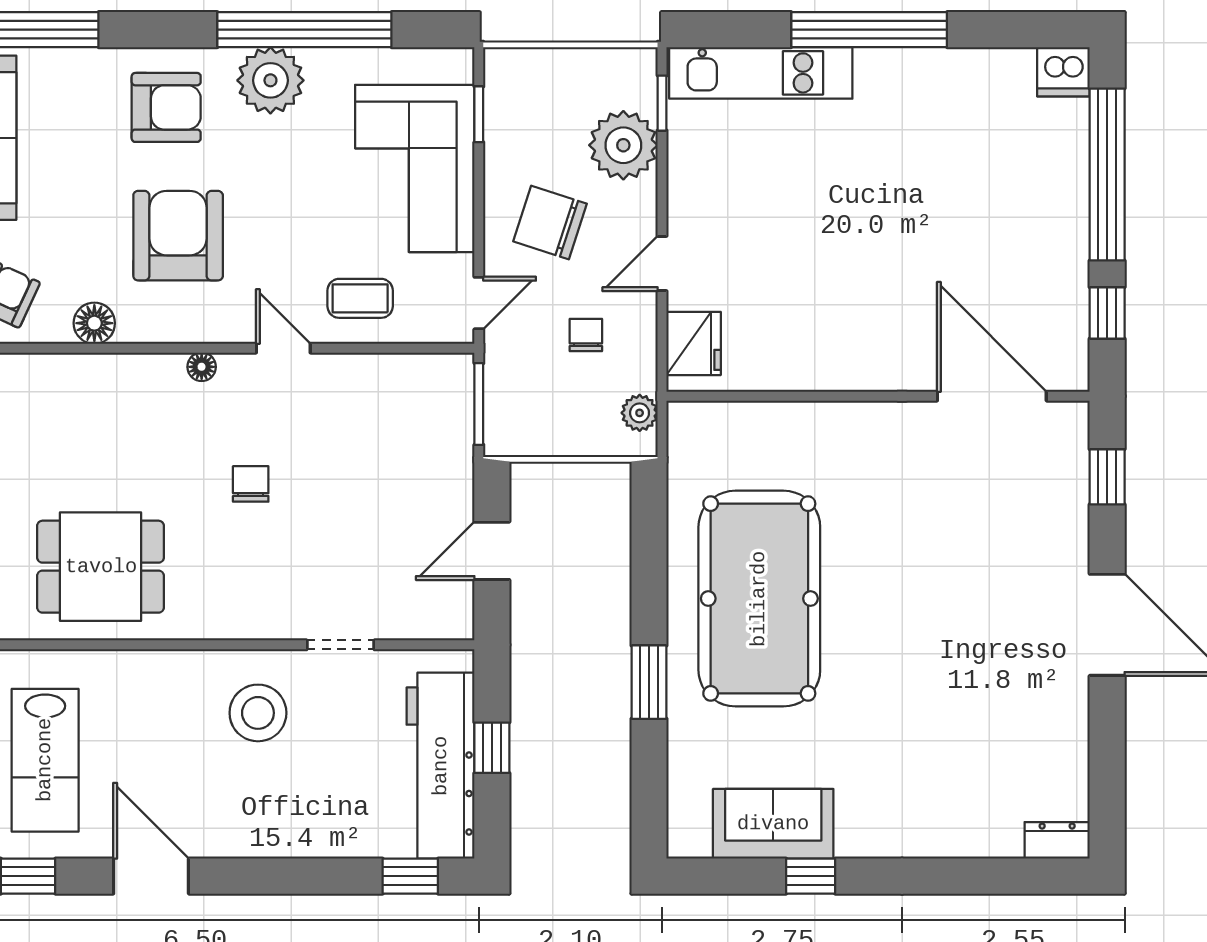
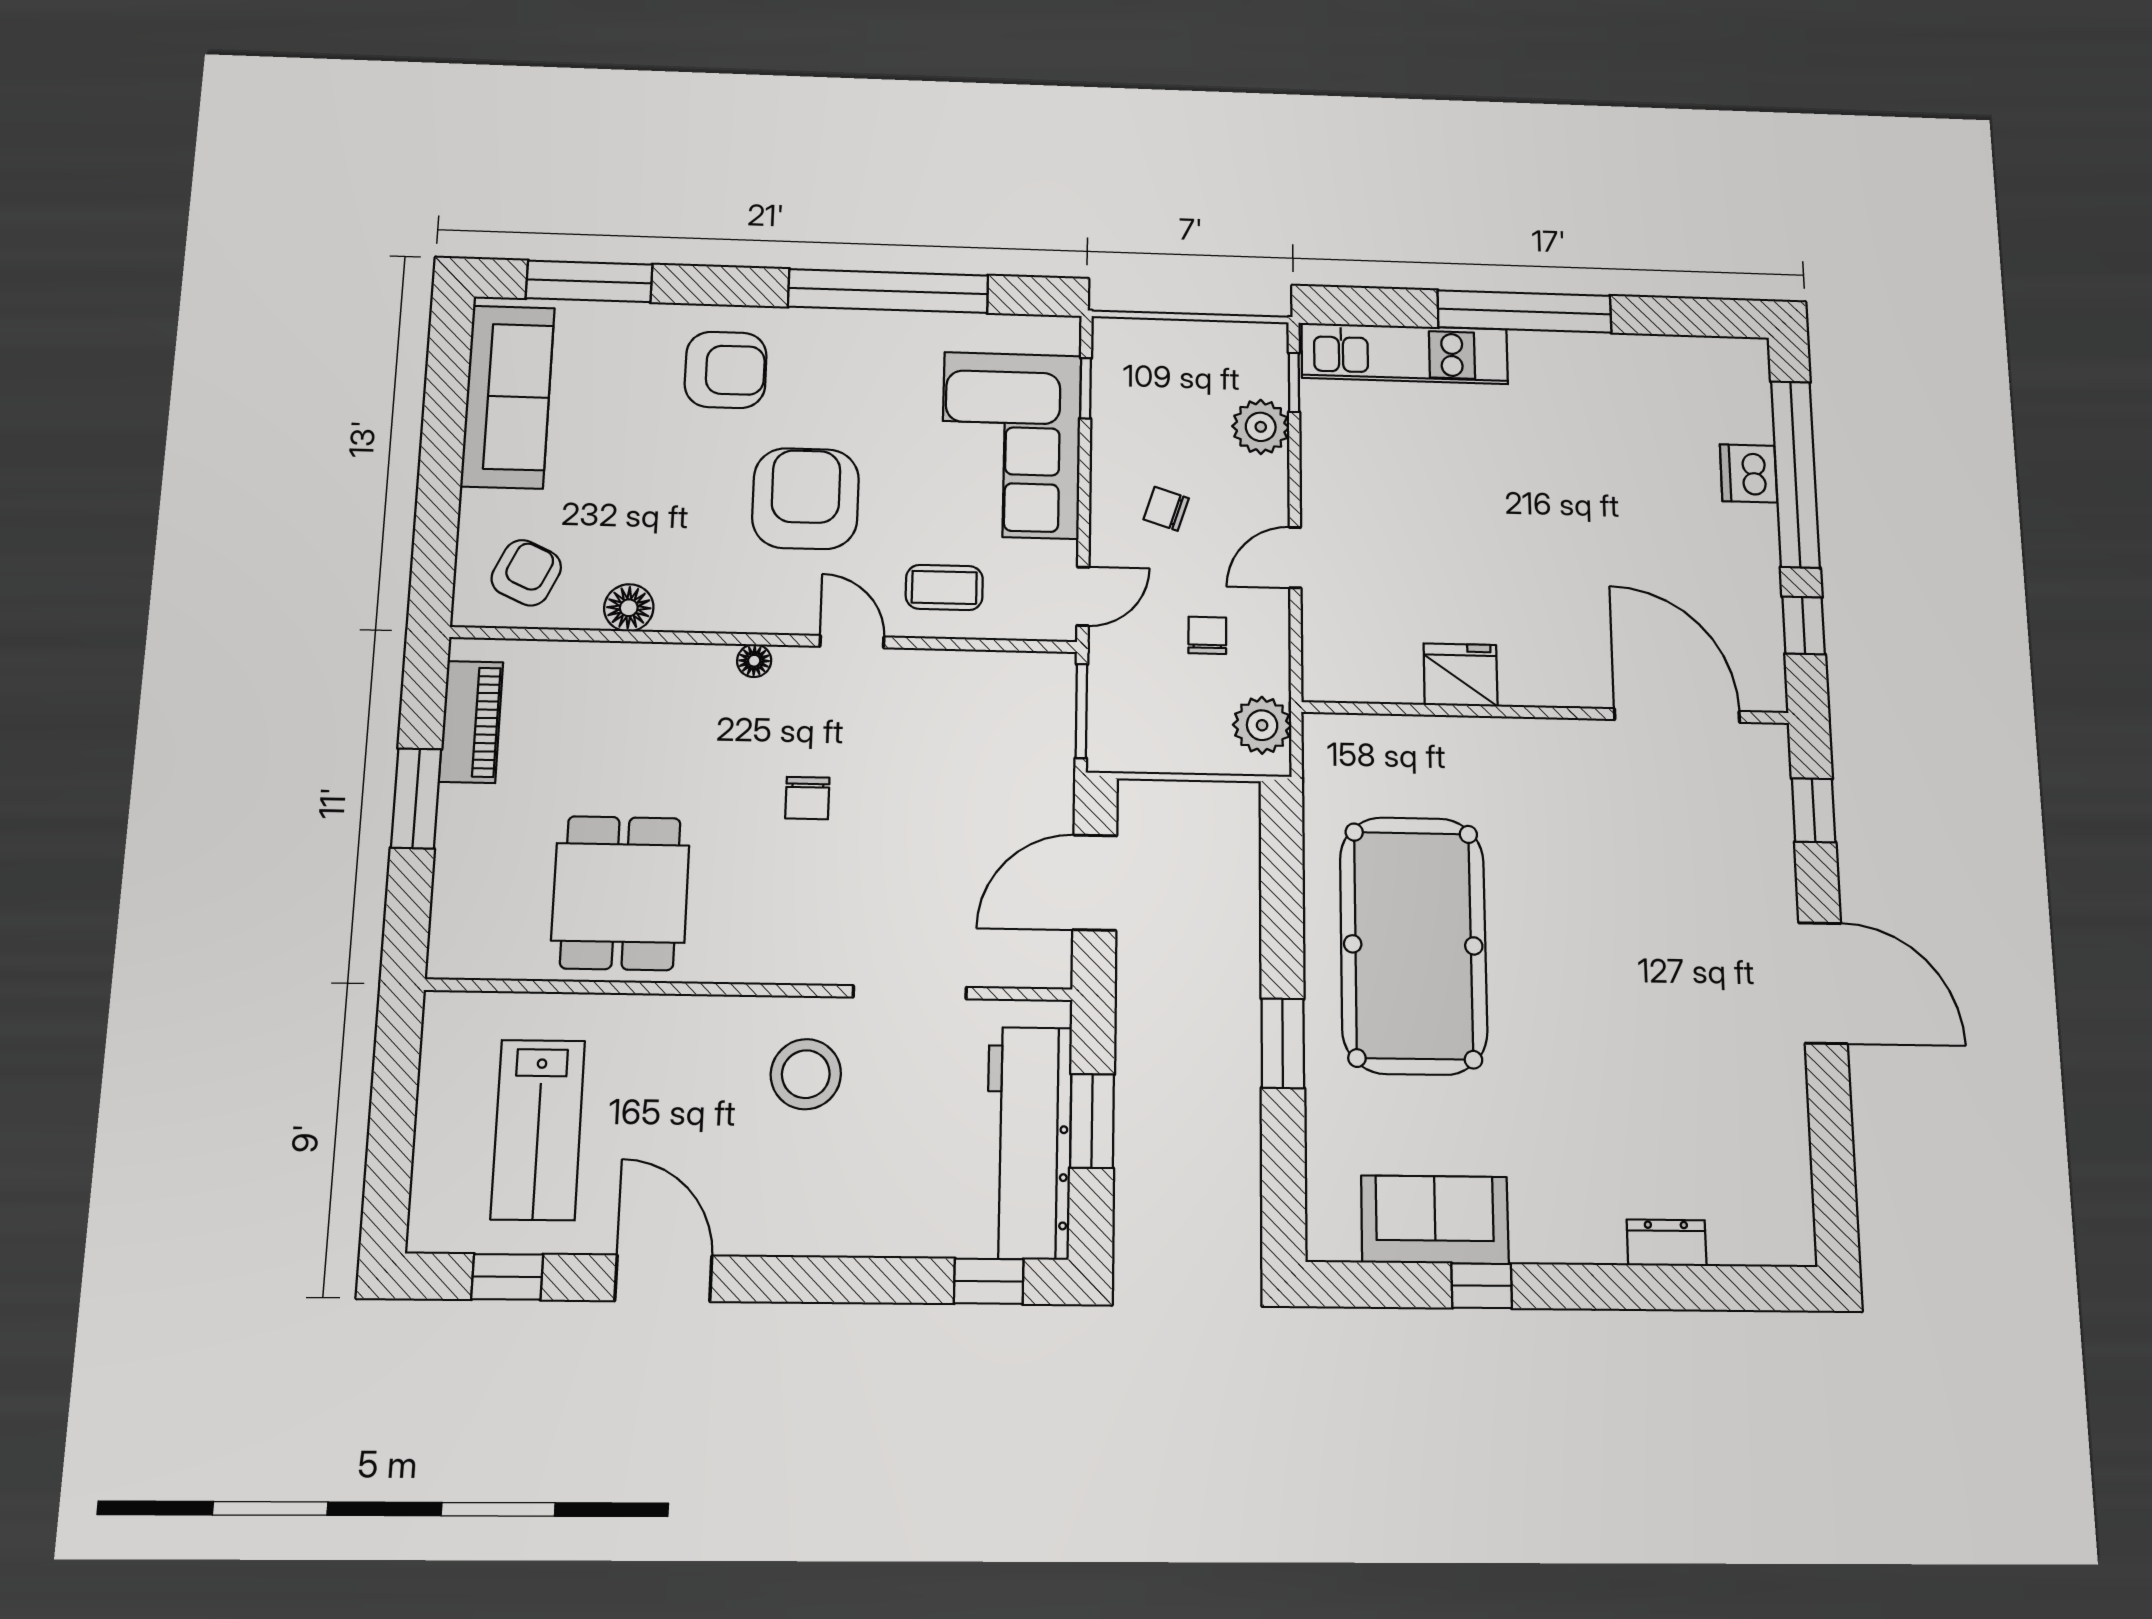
dishwasher: (1063, 72) -> (1749, 473), moved, turned 90
plant: (270, 80) -> (848, 344), removed
plant: (623, 145) -> (1261, 427), width x0.73, depth x0.73
chair: (550, 223) -> (1166, 509), width x0.54, depth x0.54
armchair: (178, 236) -> (806, 499), moved
fridge: (694, 343) -> (1461, 675), moved, turned -90
plant: (640, 413) -> (1262, 725), width x1.38, depth x1.38
chair: (251, 484) -> (807, 798), turned 180
door: (492, 551) -> (1095, 883), width x1.38
dining table: (101, 567) -> (620, 893), turned 90
doorway: (341, 645) -> (910, 992), width x1.38
window: (492, 748) -> (1092, 1121), width x1.50
dresser: (1057, 840) -> (1667, 1243), moved

